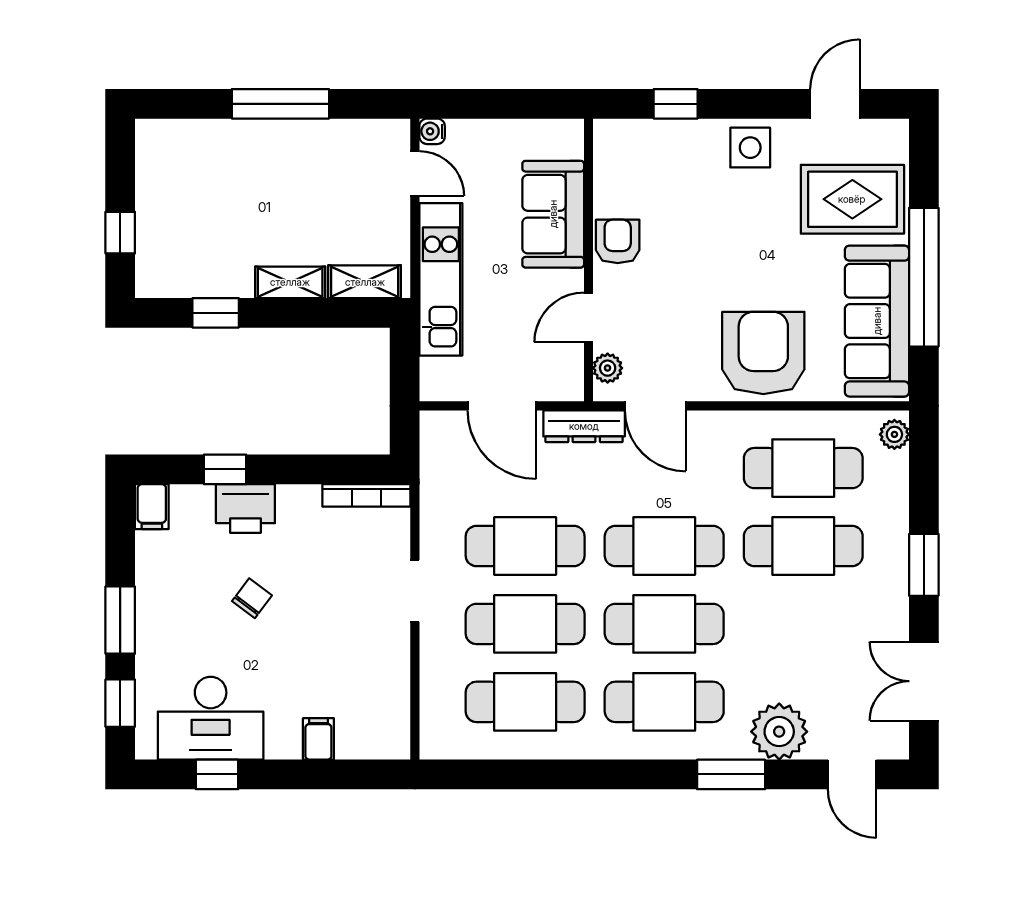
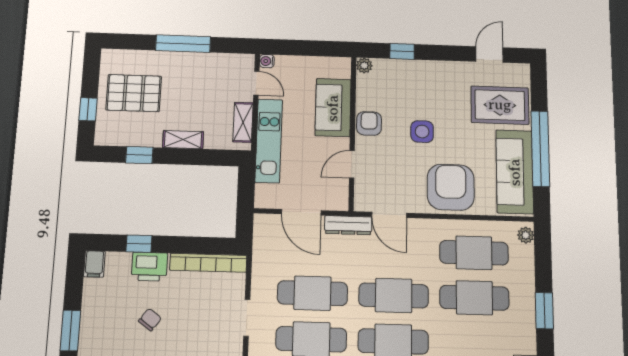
side table: (750, 148) -> (422, 132), moved
pallet: (198, 200) -> (134, 93), added
shelving: (365, 282) -> (243, 122), moved, turned 90
plant: (608, 368) -> (364, 65), moved
bookcase: (366, 495) -> (208, 263), width x1.48, depth x1.31

